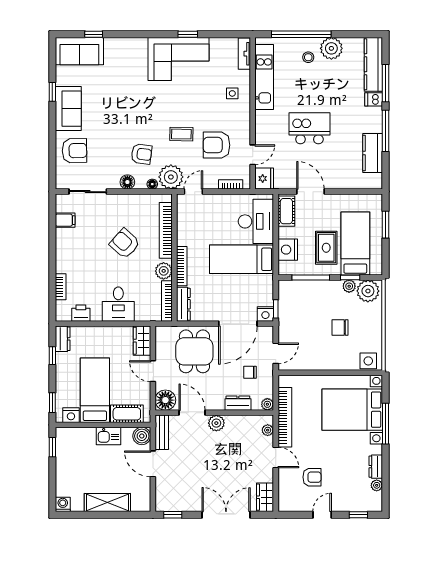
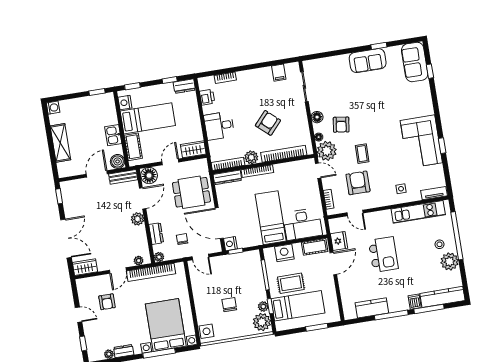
armchair: (75, 151) -> (335, 71), removed
fridge: (264, 179) -> (339, 241), moved, turned -90

